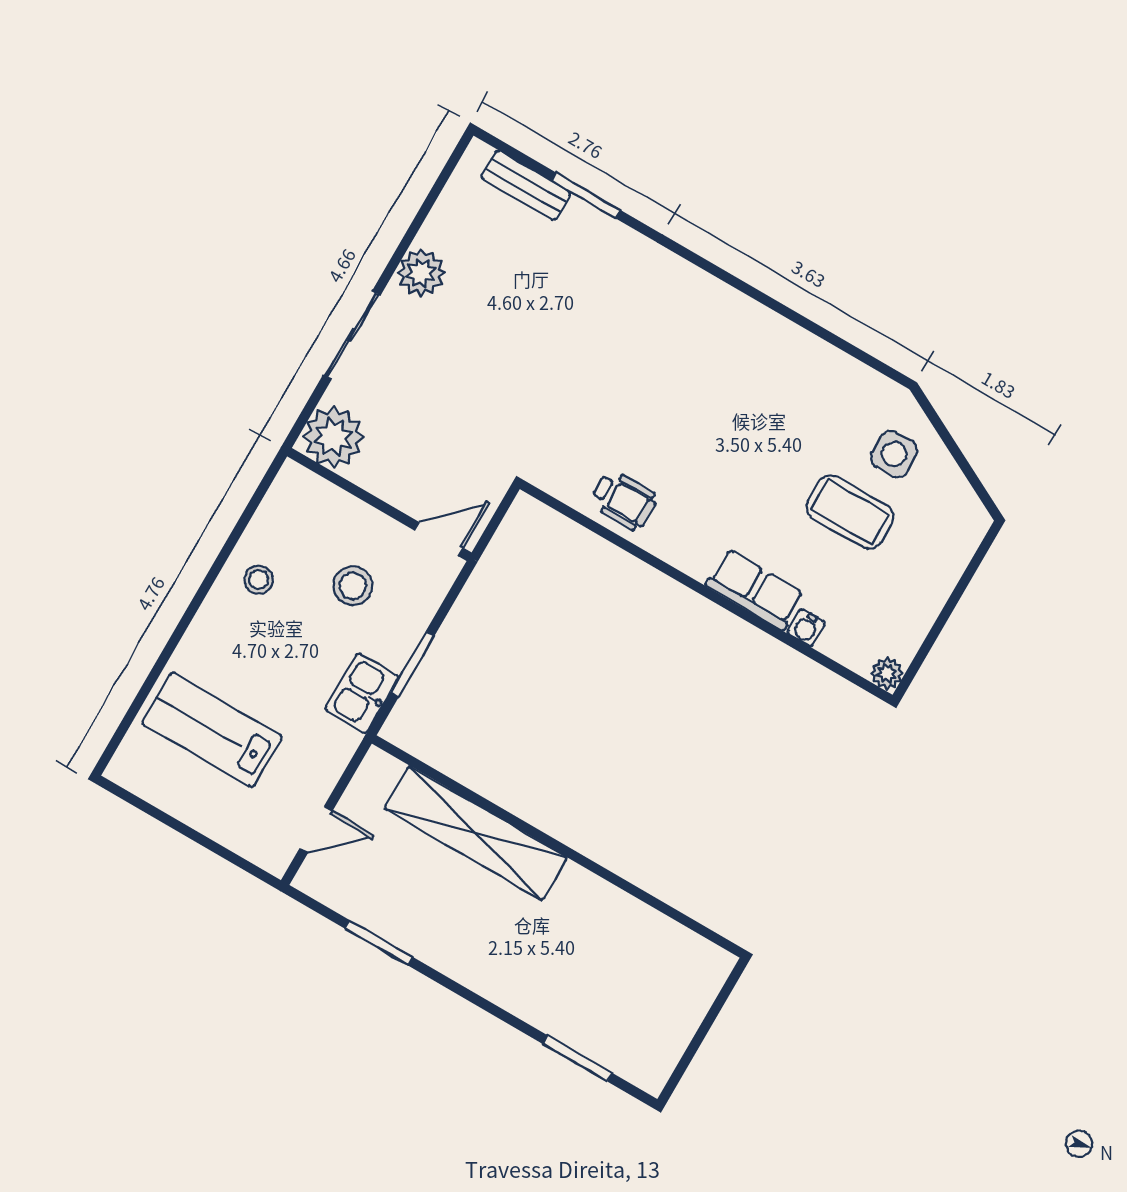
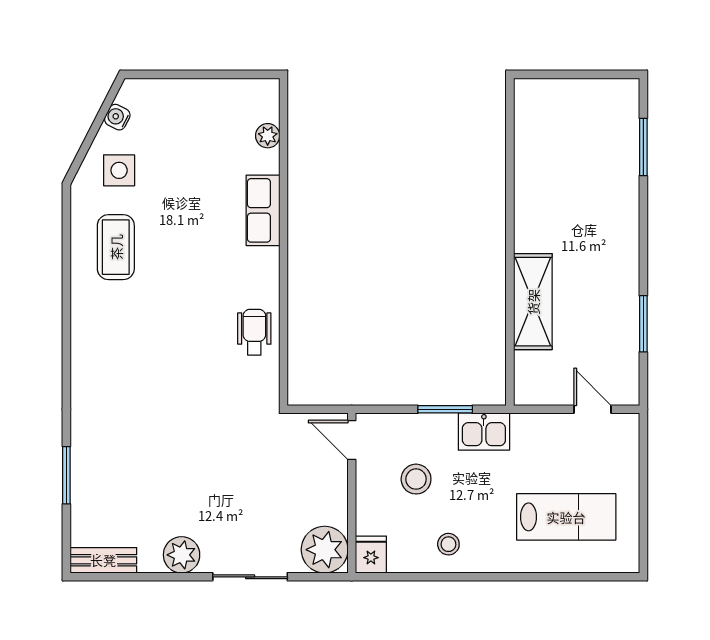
bench: (526, 185) -> (103, 560), moved, turned 90
fridge: (298, 486) -> (371, 555), added
coffee table: (850, 512) -> (116, 247), moved
water cooler: (806, 628) -> (117, 117), moved, turned -153
plant: (887, 673) -> (268, 136), moved
lab bench: (212, 730) -> (566, 517), turned -90
shelving: (476, 833) -> (533, 302), width x0.68

